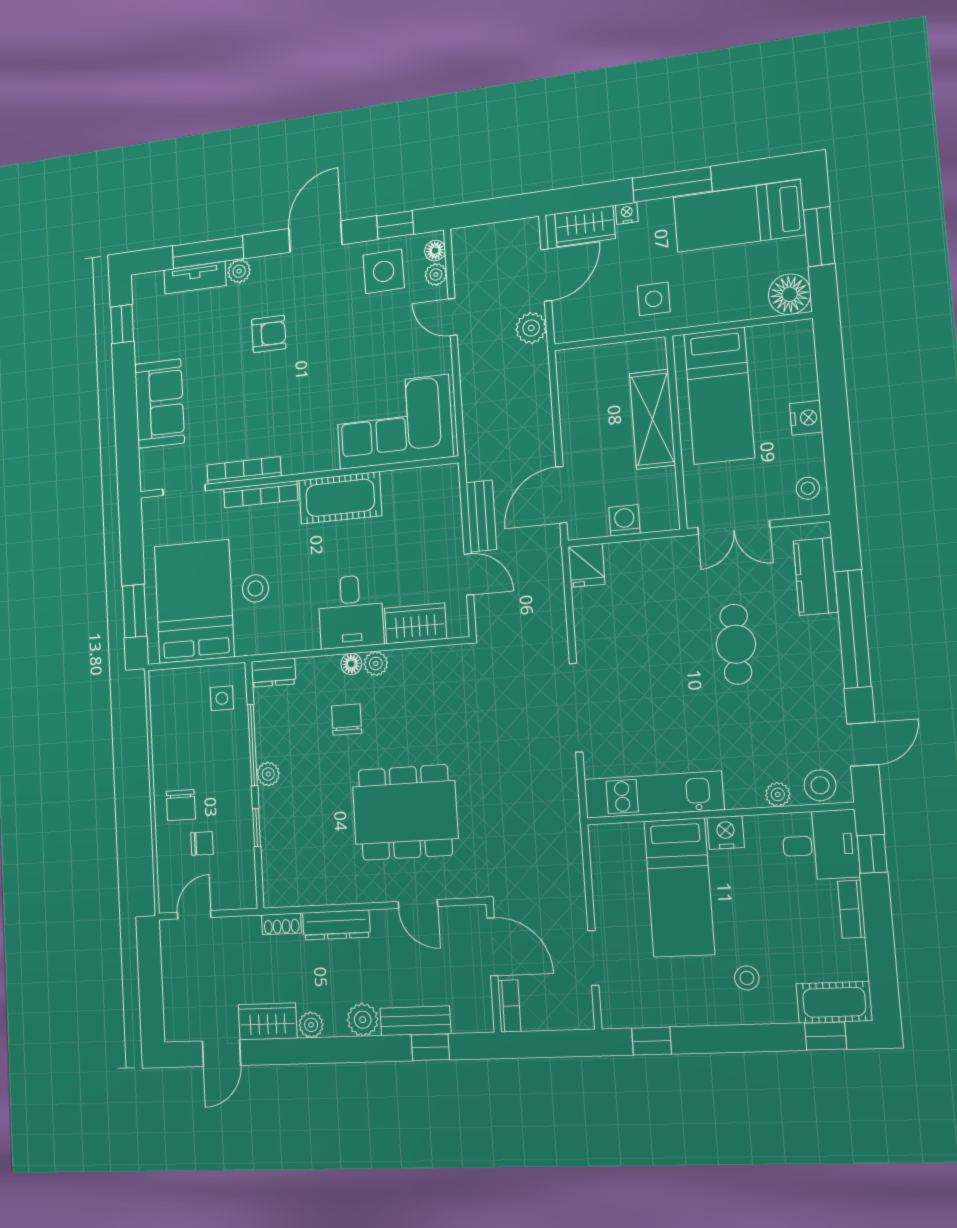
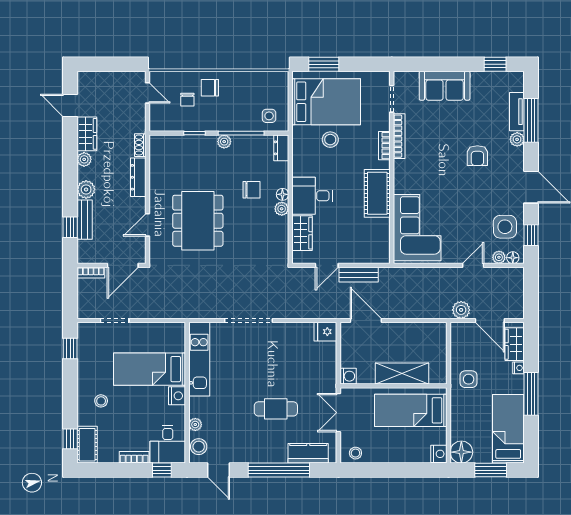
nightstand: (806, 418) -> (439, 454), moved, turned -90
bookcase: (261, 494) -> (384, 146), width x0.64
washing machine: (624, 520) -> (348, 376), moved

